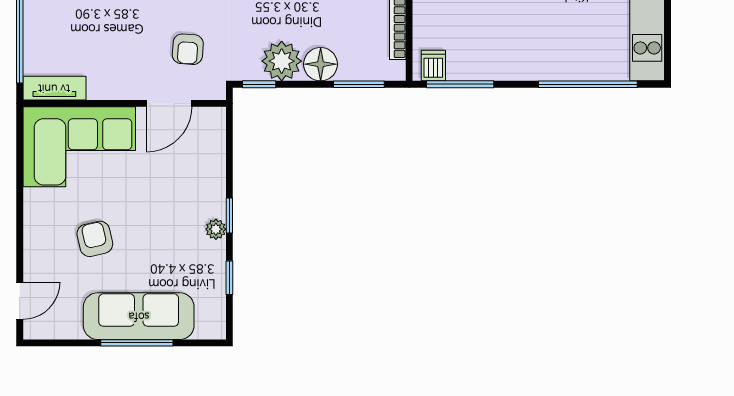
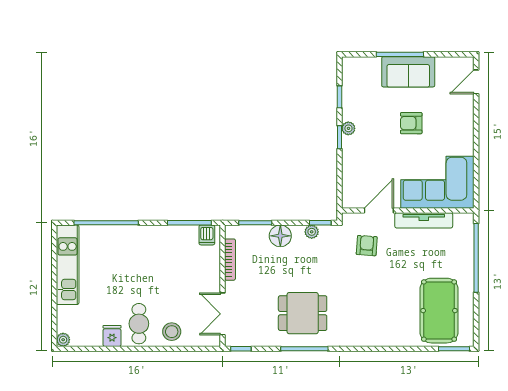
plant: (282, 61) -> (312, 232), width x0.53, depth x0.53
tv unit: (54, 88) -> (424, 220), moved, width x1.41
armchair: (95, 239) -> (411, 123), moved, turned 103
sofa: (139, 316) -> (408, 72), width x0.73

